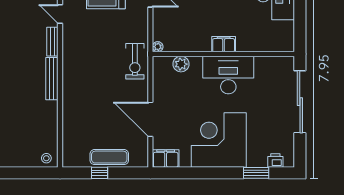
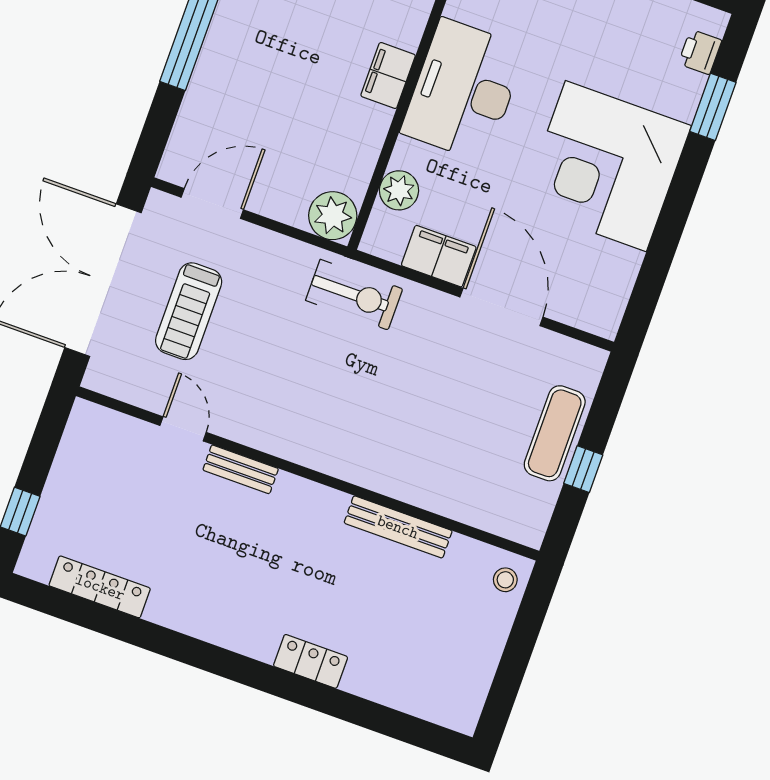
door: (60, 14) -> (183, 429), swing flipped
plant: (158, 47) -> (333, 216), width x1.87, depth x1.87
bench: (52, 79) -> (398, 527), moved
door: (150, 119) -> (501, 307), swing flipped
filing cabinet: (166, 159) -> (439, 256), moved, turned 90

